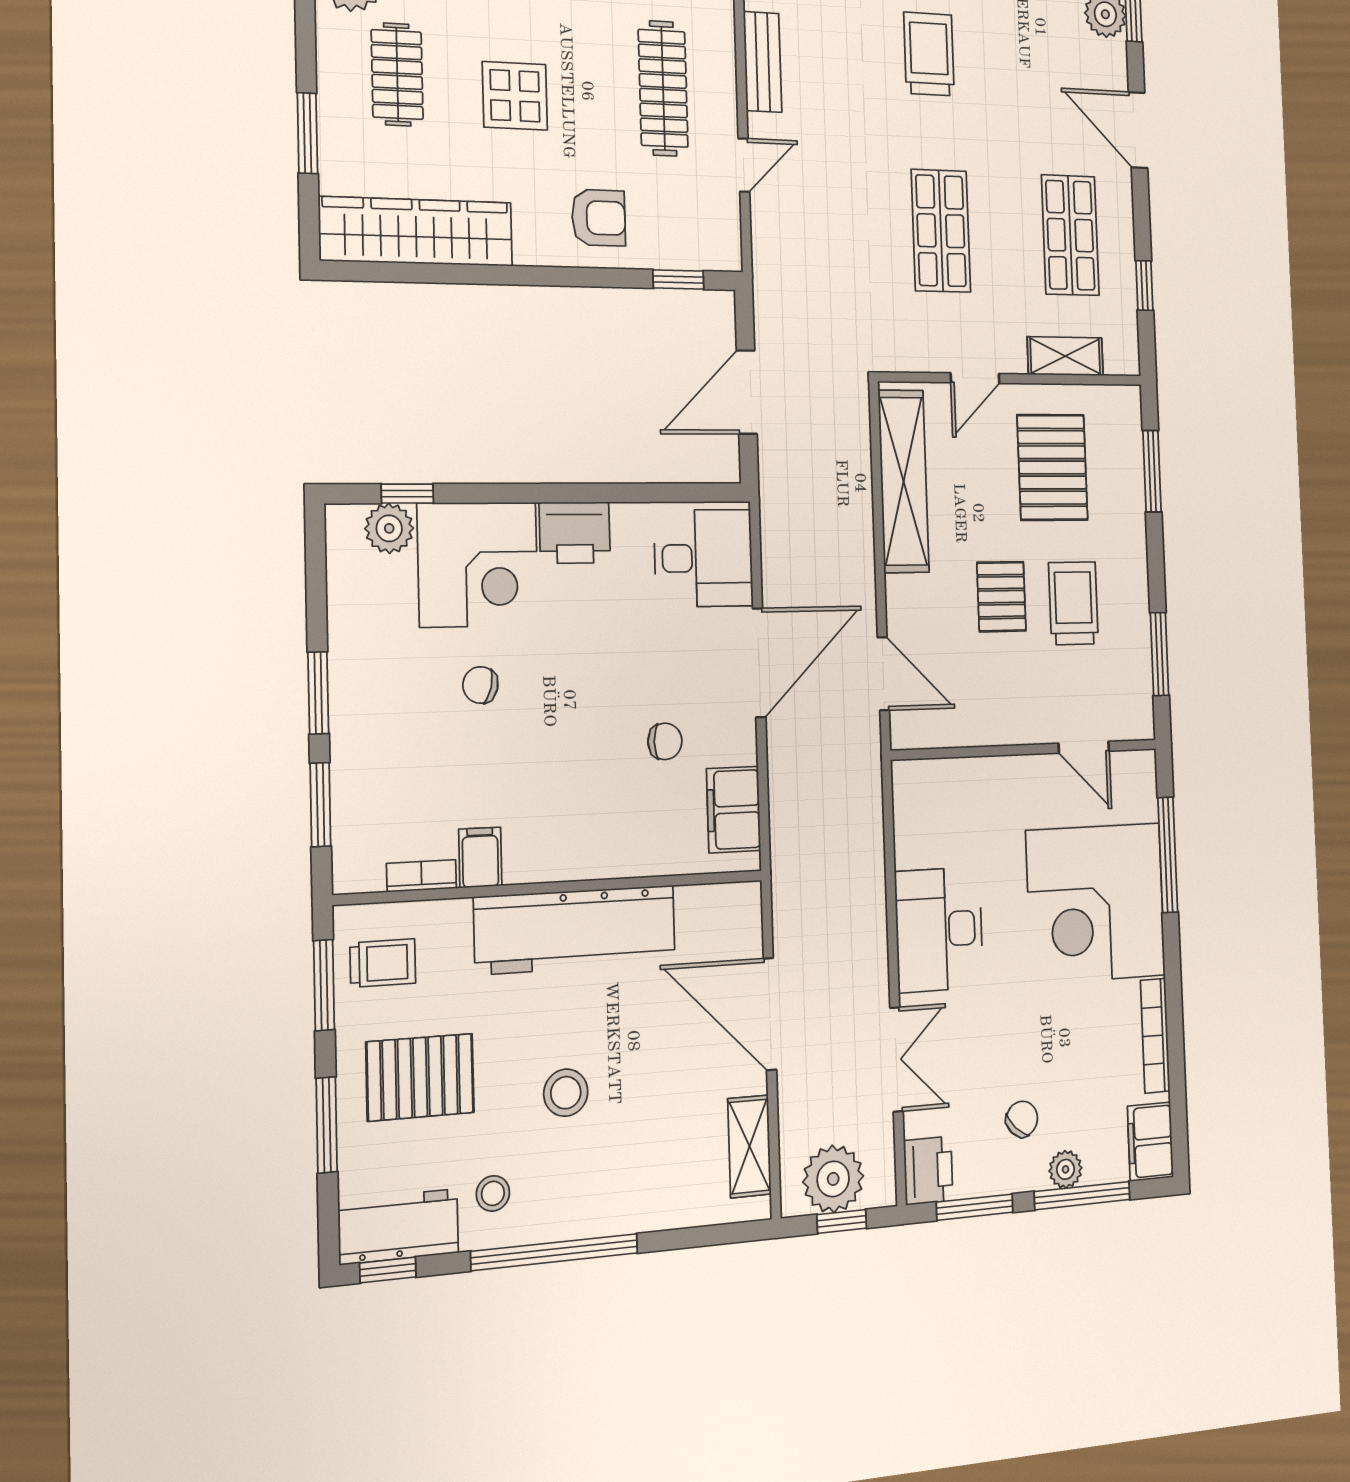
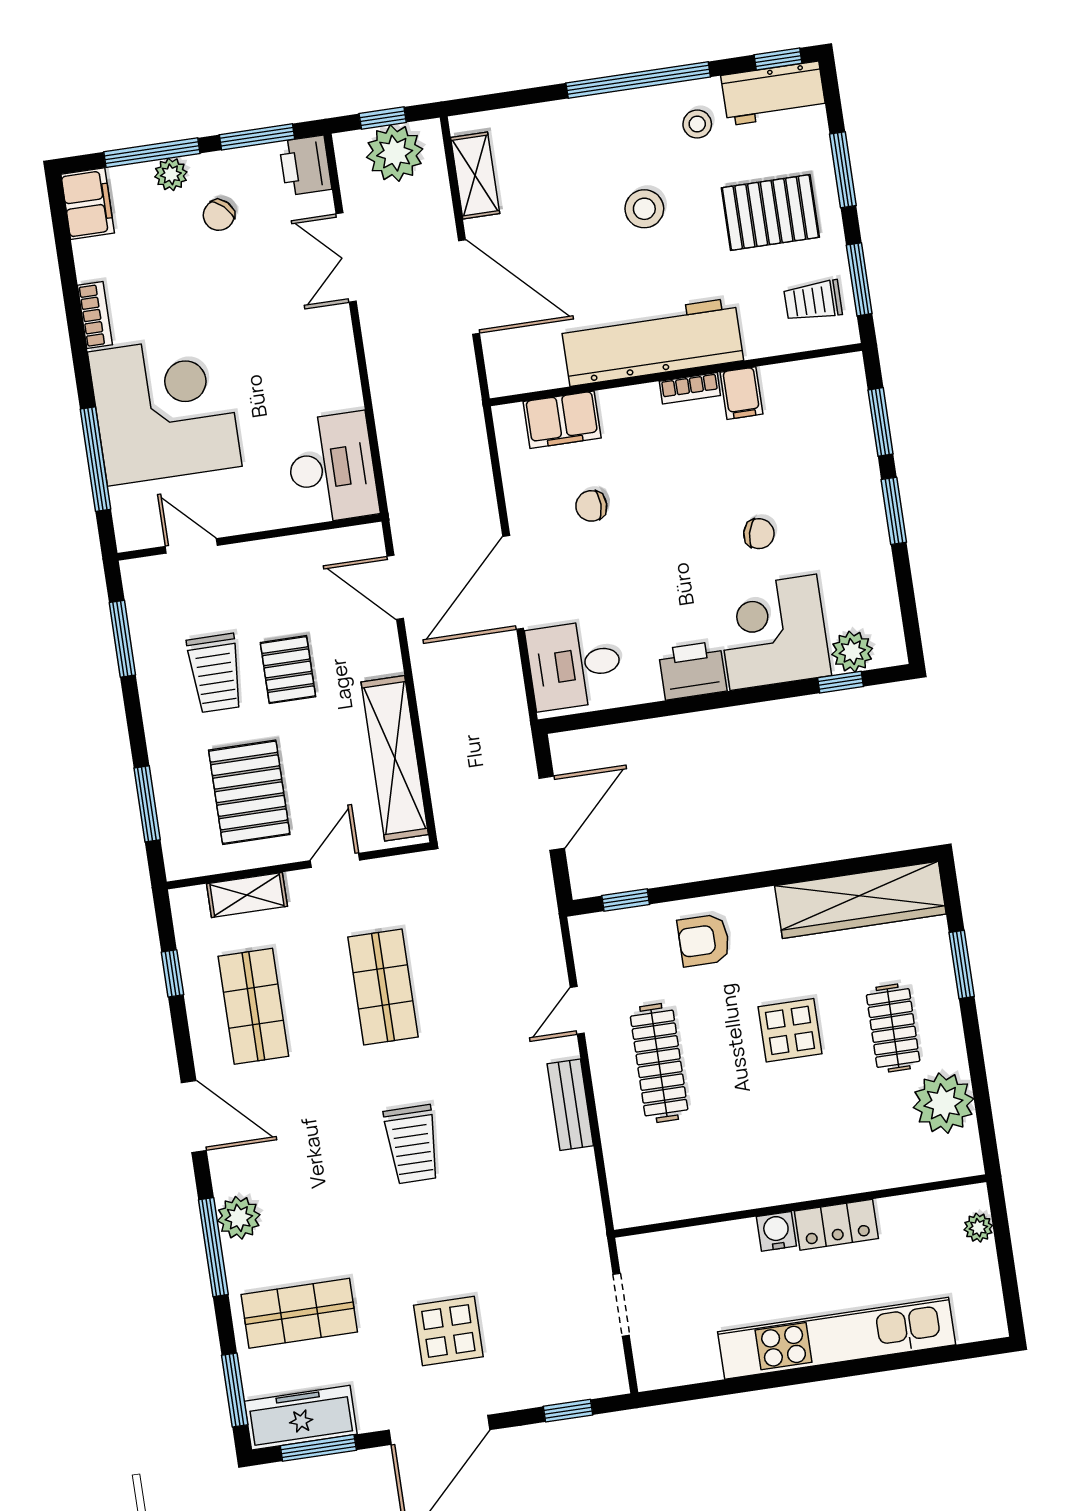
filing cabinet: (734, 810) -> (562, 420), moved, turned 90
bookcase: (422, 876) -> (690, 388), moved
desk: (939, 930) -> (332, 468), moved
bookcase: (1155, 1036) -> (95, 315), width x0.64

